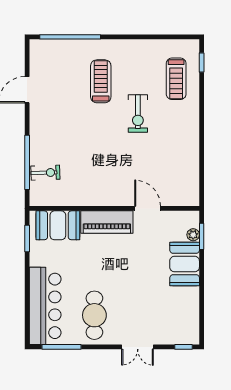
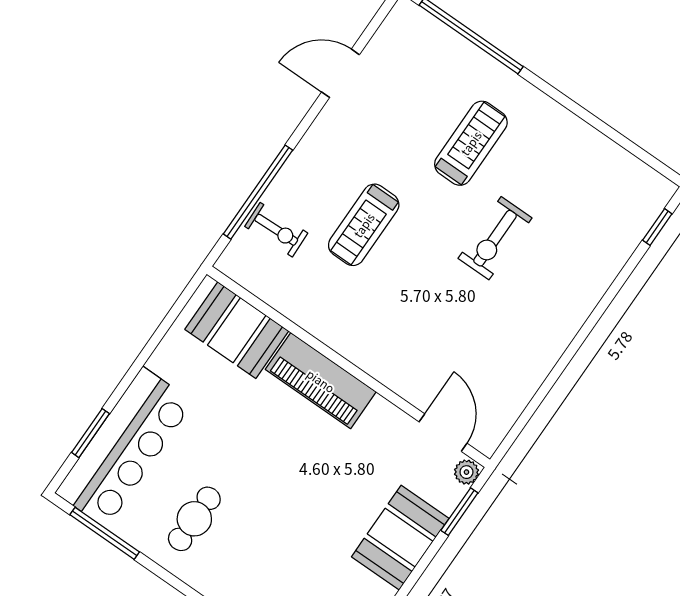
treadmill: (176, 79) -> (364, 225), moved
door: (148, 208) -> (443, 433), moved
plant: (193, 235) -> (466, 472), moved
window: (27, 239) -> (90, 433), moved
cafe table: (94, 315) -> (194, 519), width x0.73, depth x0.74

